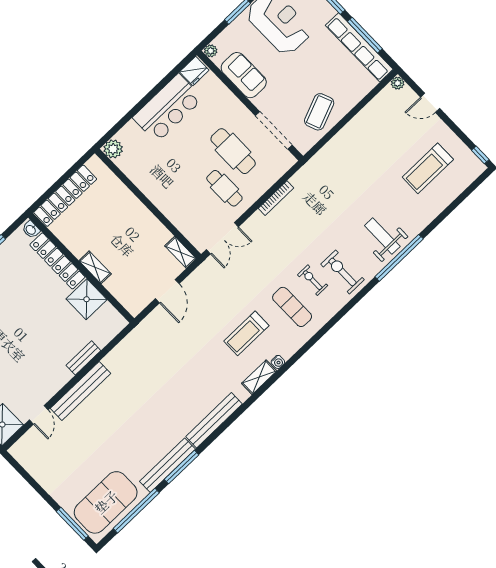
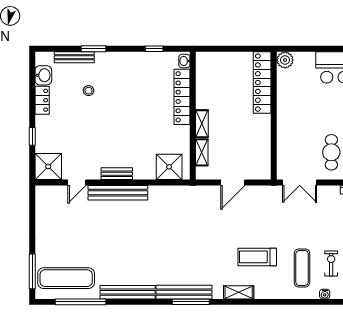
locker: (65, 196) -> (262, 83), moved, turned 90
shelving: (181, 252) -> (202, 152), moved
shower: (87, 299) -> (169, 167), moved
bench: (83, 358) -> (117, 174), moved
water cooler: (278, 362) -> (325, 294), moved
window: (182, 467) -> (191, 302), moved
exercise mat: (106, 502) -> (66, 278), width x0.68

